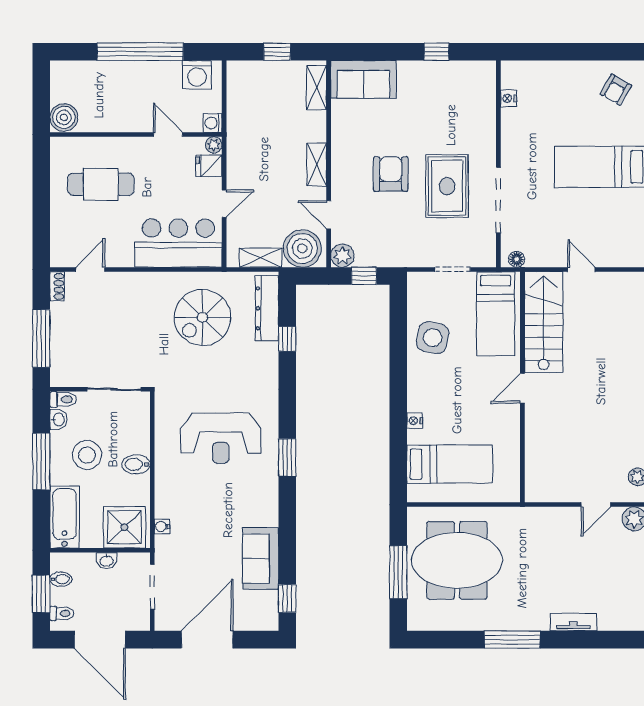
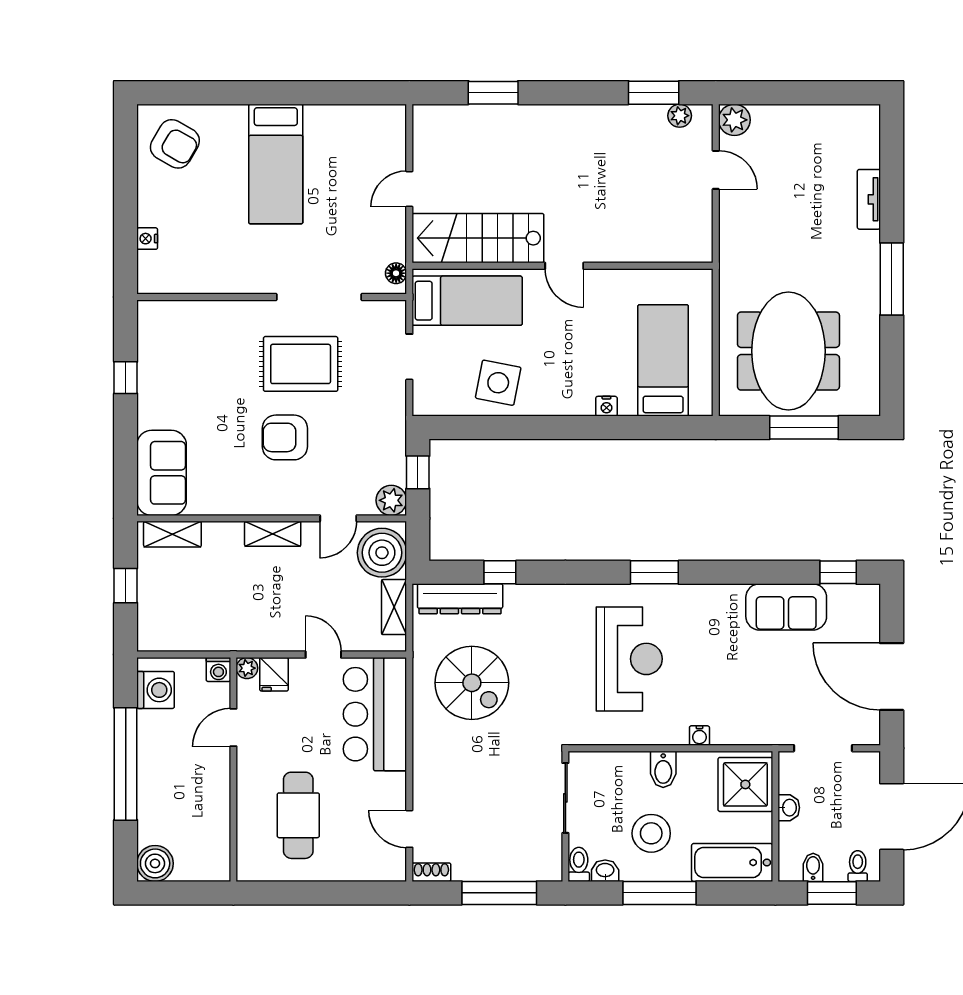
armchair: (616, 90) -> (175, 144), width x1.38, depth x1.38
nightstand: (508, 98) -> (147, 239), moved, turned 90
boiler: (64, 117) -> (155, 863), moved
water cooler: (162, 526) -> (699, 736), moved

